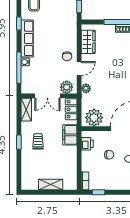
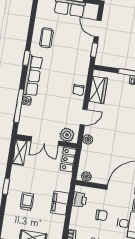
chair: (67, 56) -> (78, 90), moved
plant: (94, 118) -> (86, 176), width x0.53, depth x0.53
filing cabinet: (70, 135) -> (60, 203), moved
trolley: (38, 141) -> (27, 202), moved

